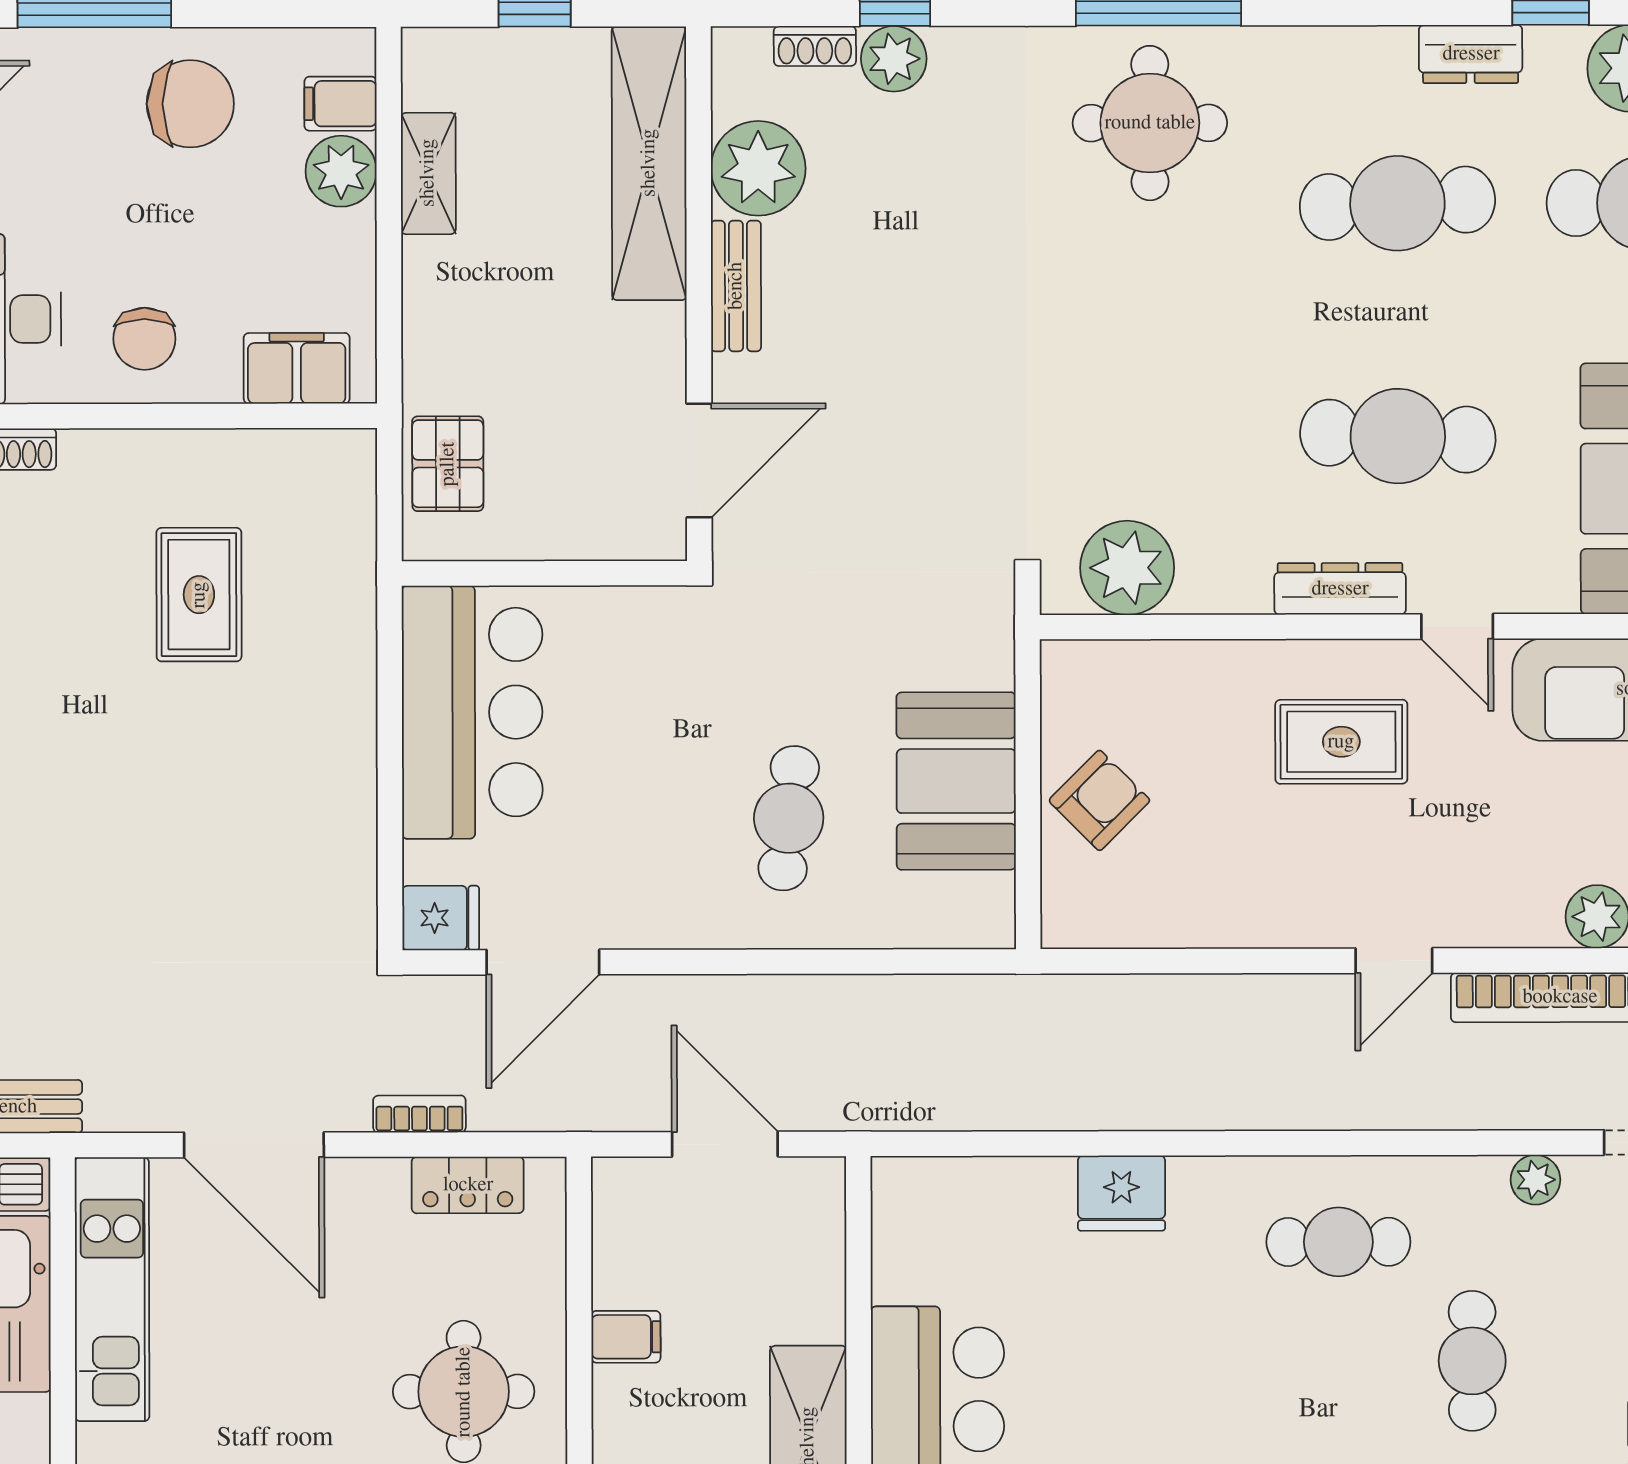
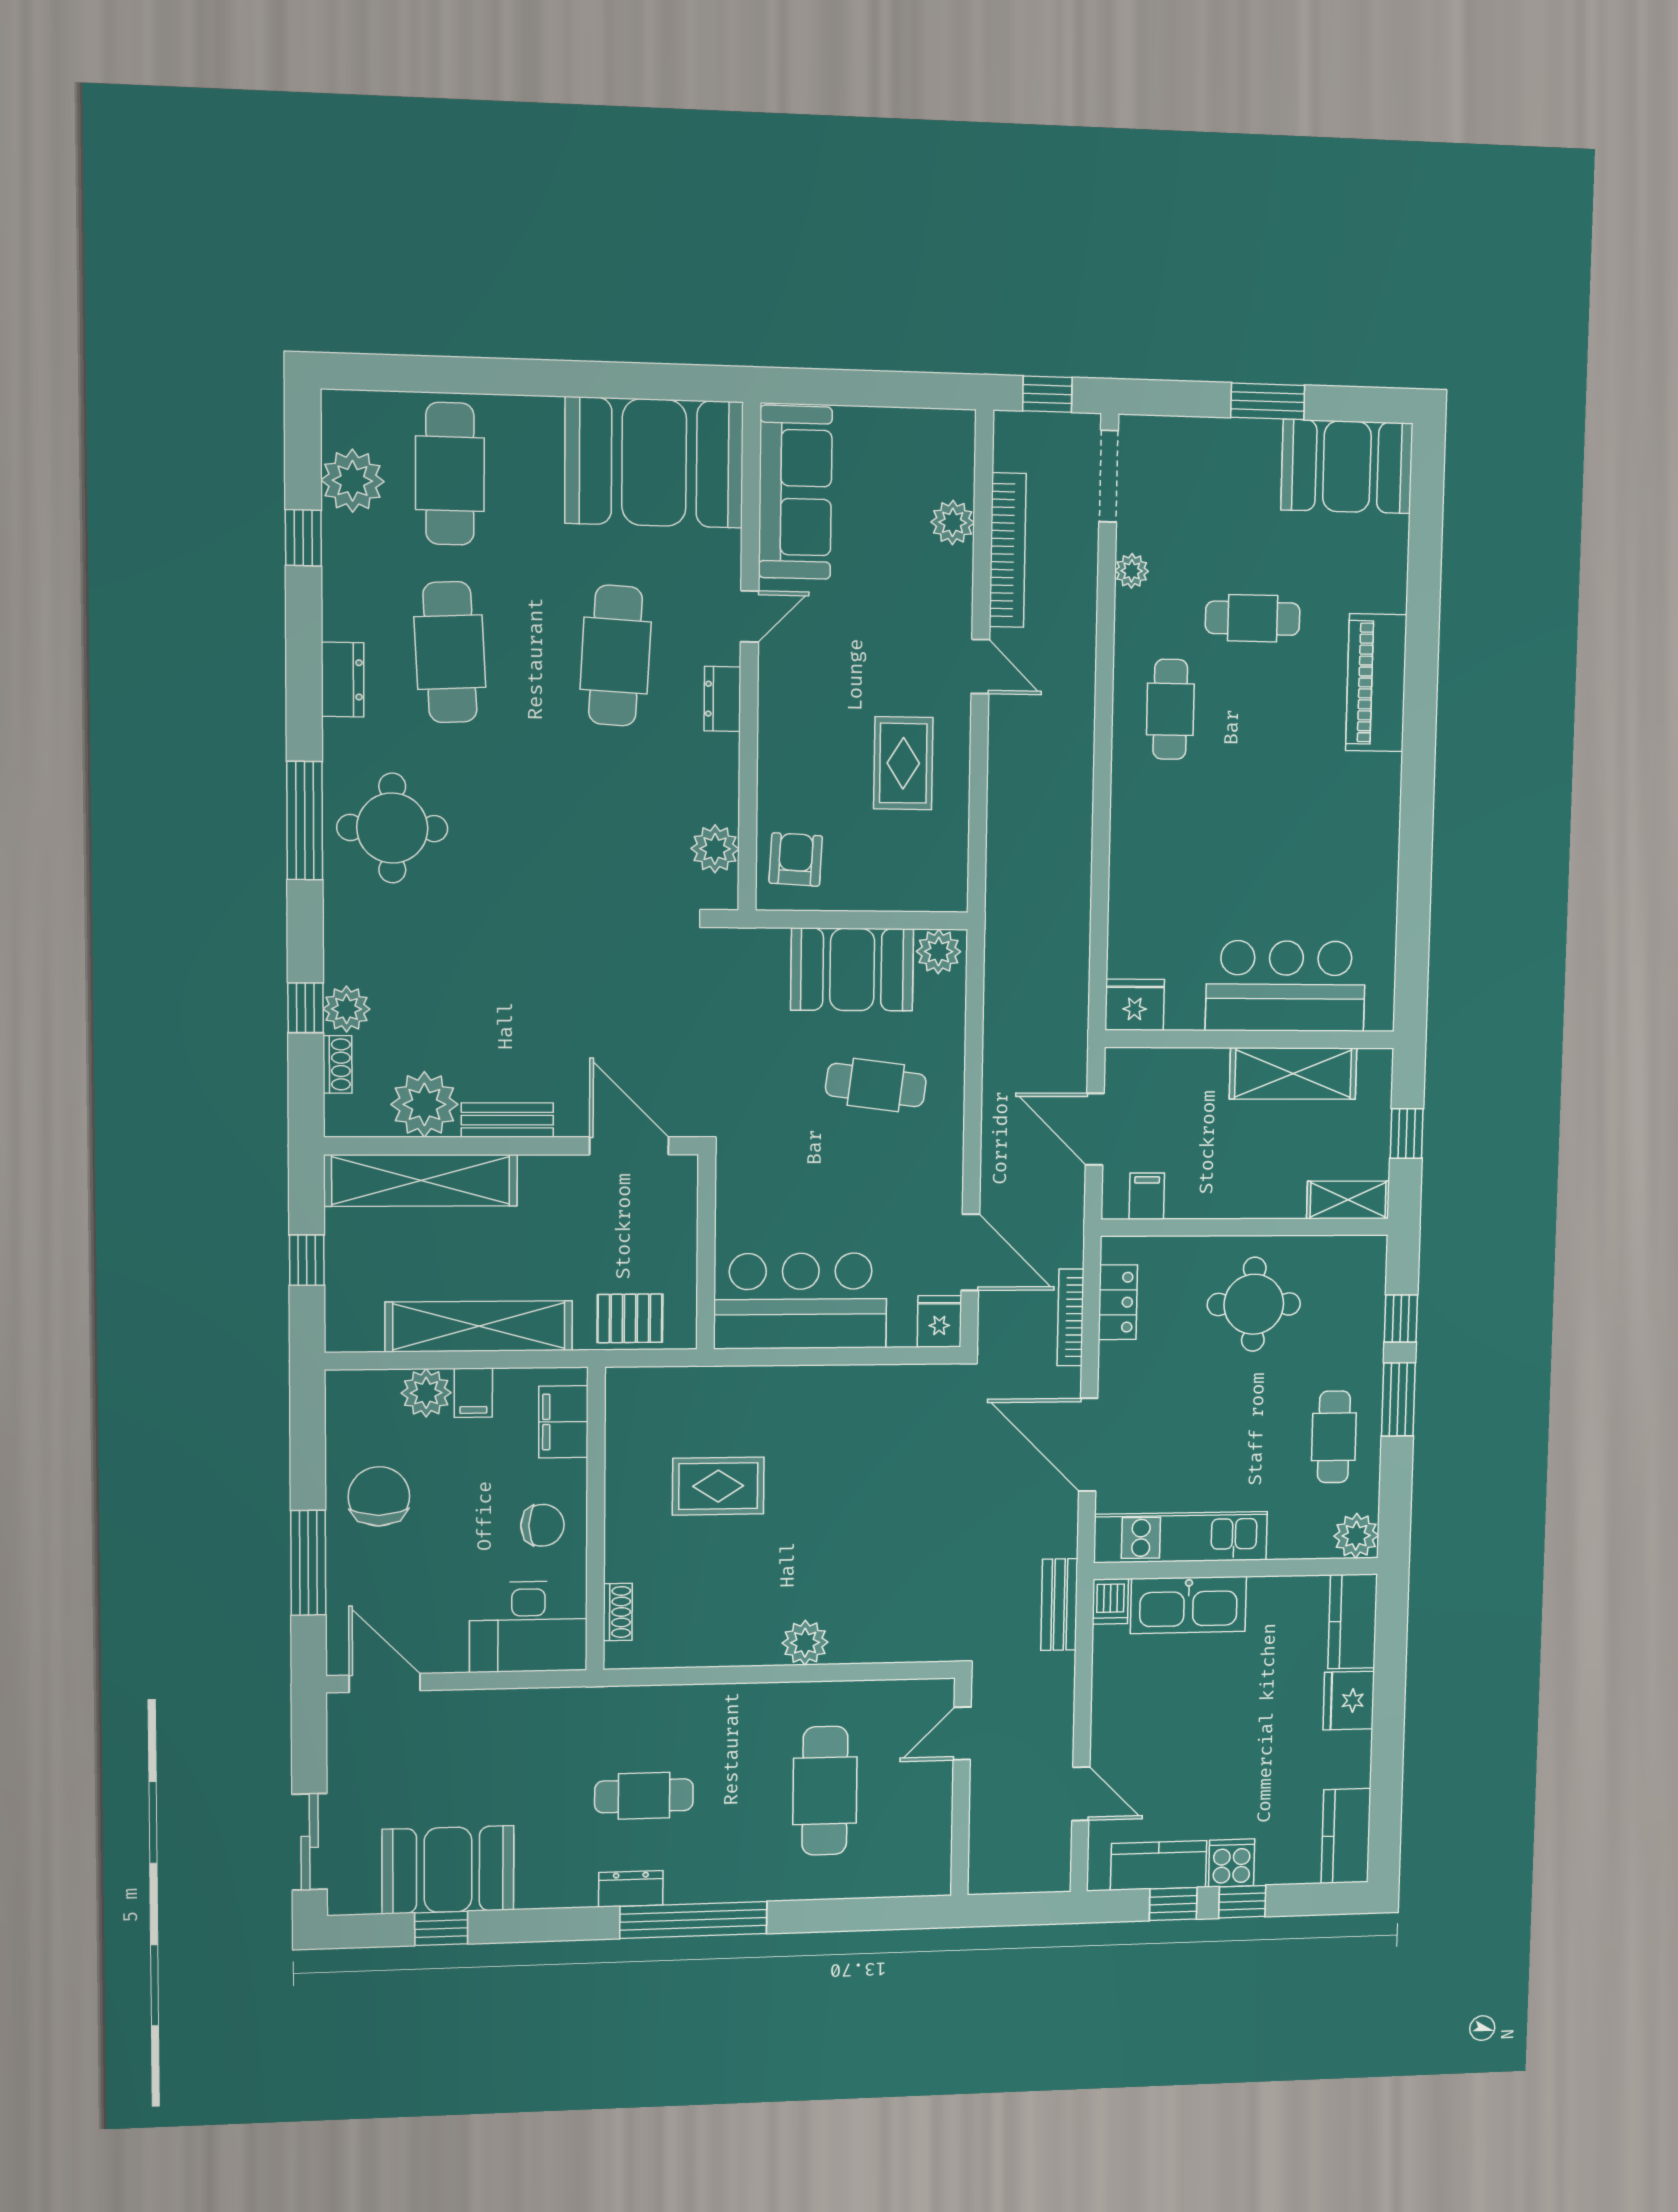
dresser: (1471, 54) -> (343, 680), moved
filing cabinet: (340, 104) -> (473, 1393), moved
shelving: (428, 173) -> (479, 1326), width x2.20, depth x1.33
plant: (1127, 568) -> (715, 849), width x0.73, depth x0.73
dresser: (1340, 589) -> (722, 699), width x0.70
rug: (1341, 742) -> (903, 763), moved
armchair: (1099, 800) -> (796, 859), moved, turned 48
plant: (983, 907) -> (939, 952), added
bookcase: (419, 1114) -> (1070, 1317), width x1.56
door: (725, 1144) -> (1095, 1129), hinge flipped
door: (254, 1145) -> (1088, 1445), swing flipped
fridge: (1121, 1193) -> (1135, 1005), moved, turned -90
filing cabinet: (626, 1337) -> (1147, 1196), moved

